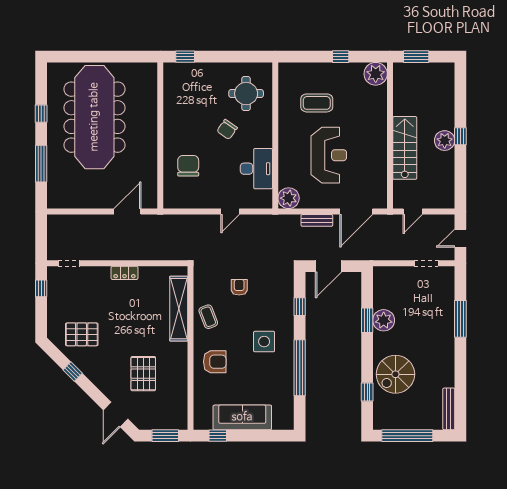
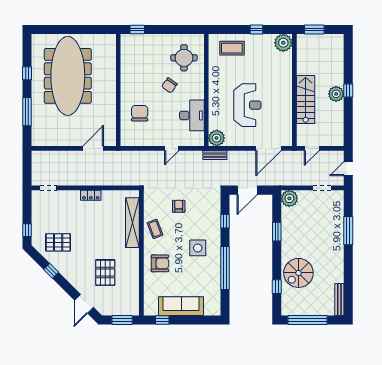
coffee table: (317, 103) -> (232, 48), moved
bench: (317, 220) -> (215, 155), moved
window: (41, 288) -> (27, 230), moved
plant: (384, 320) -> (289, 198), moved

